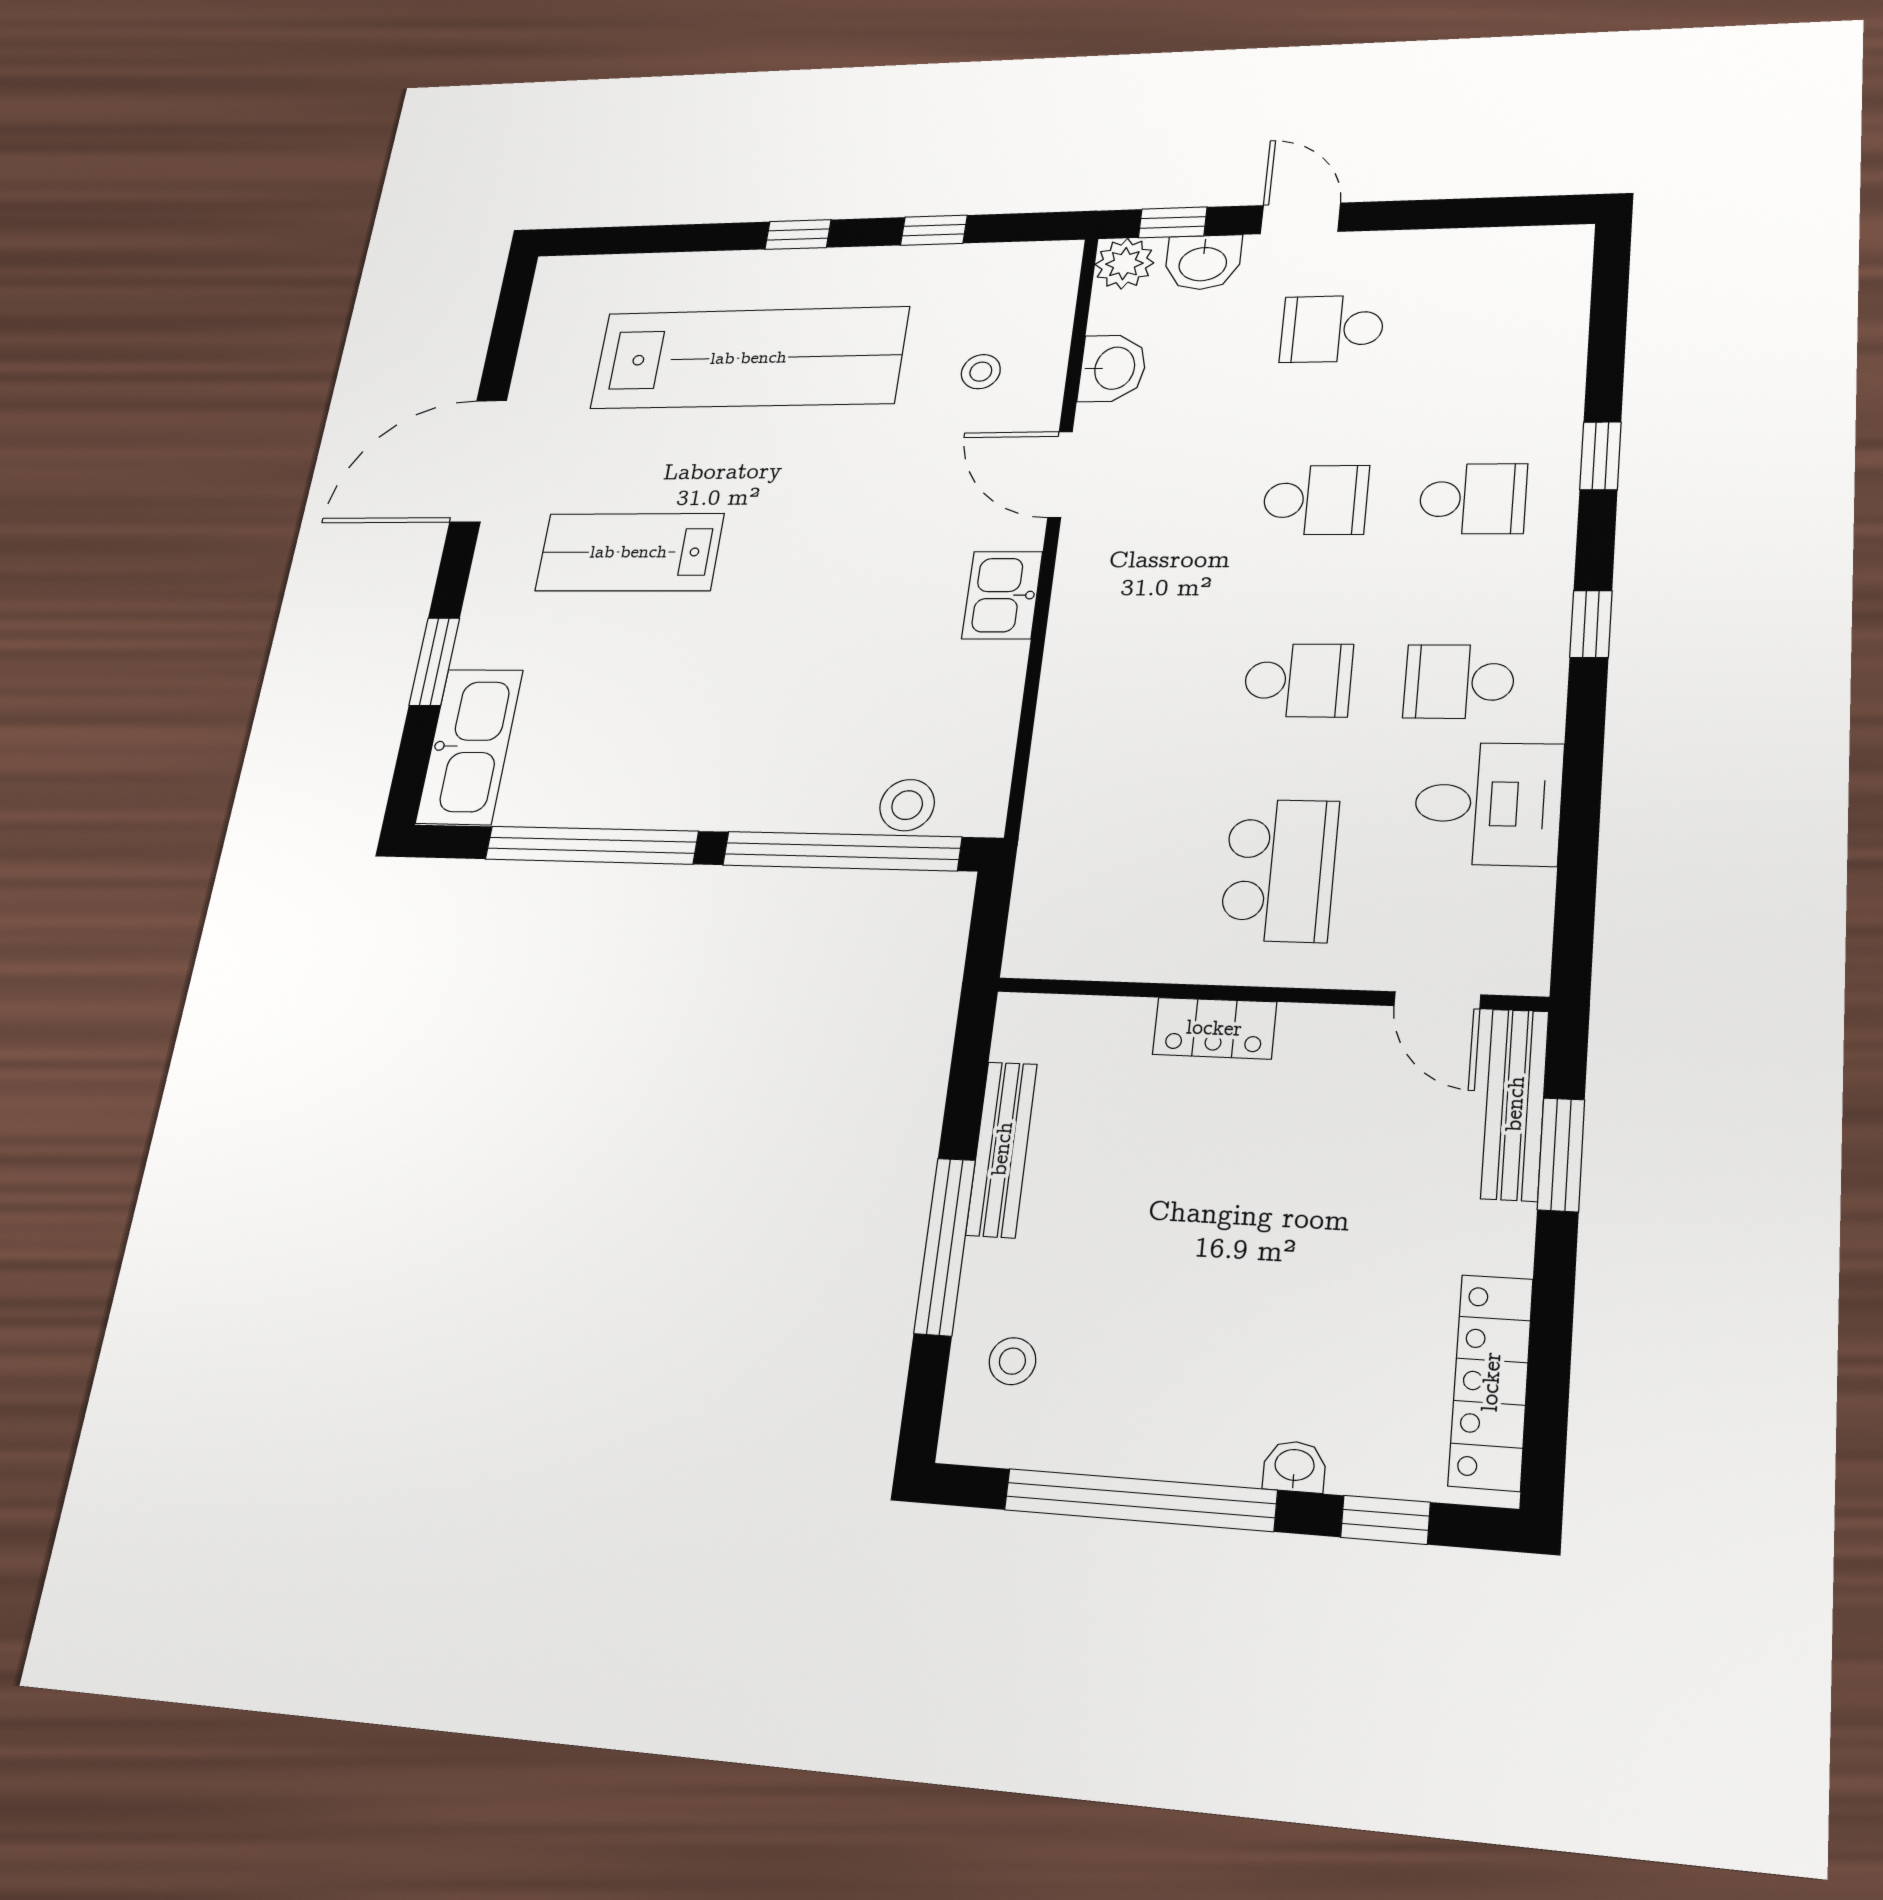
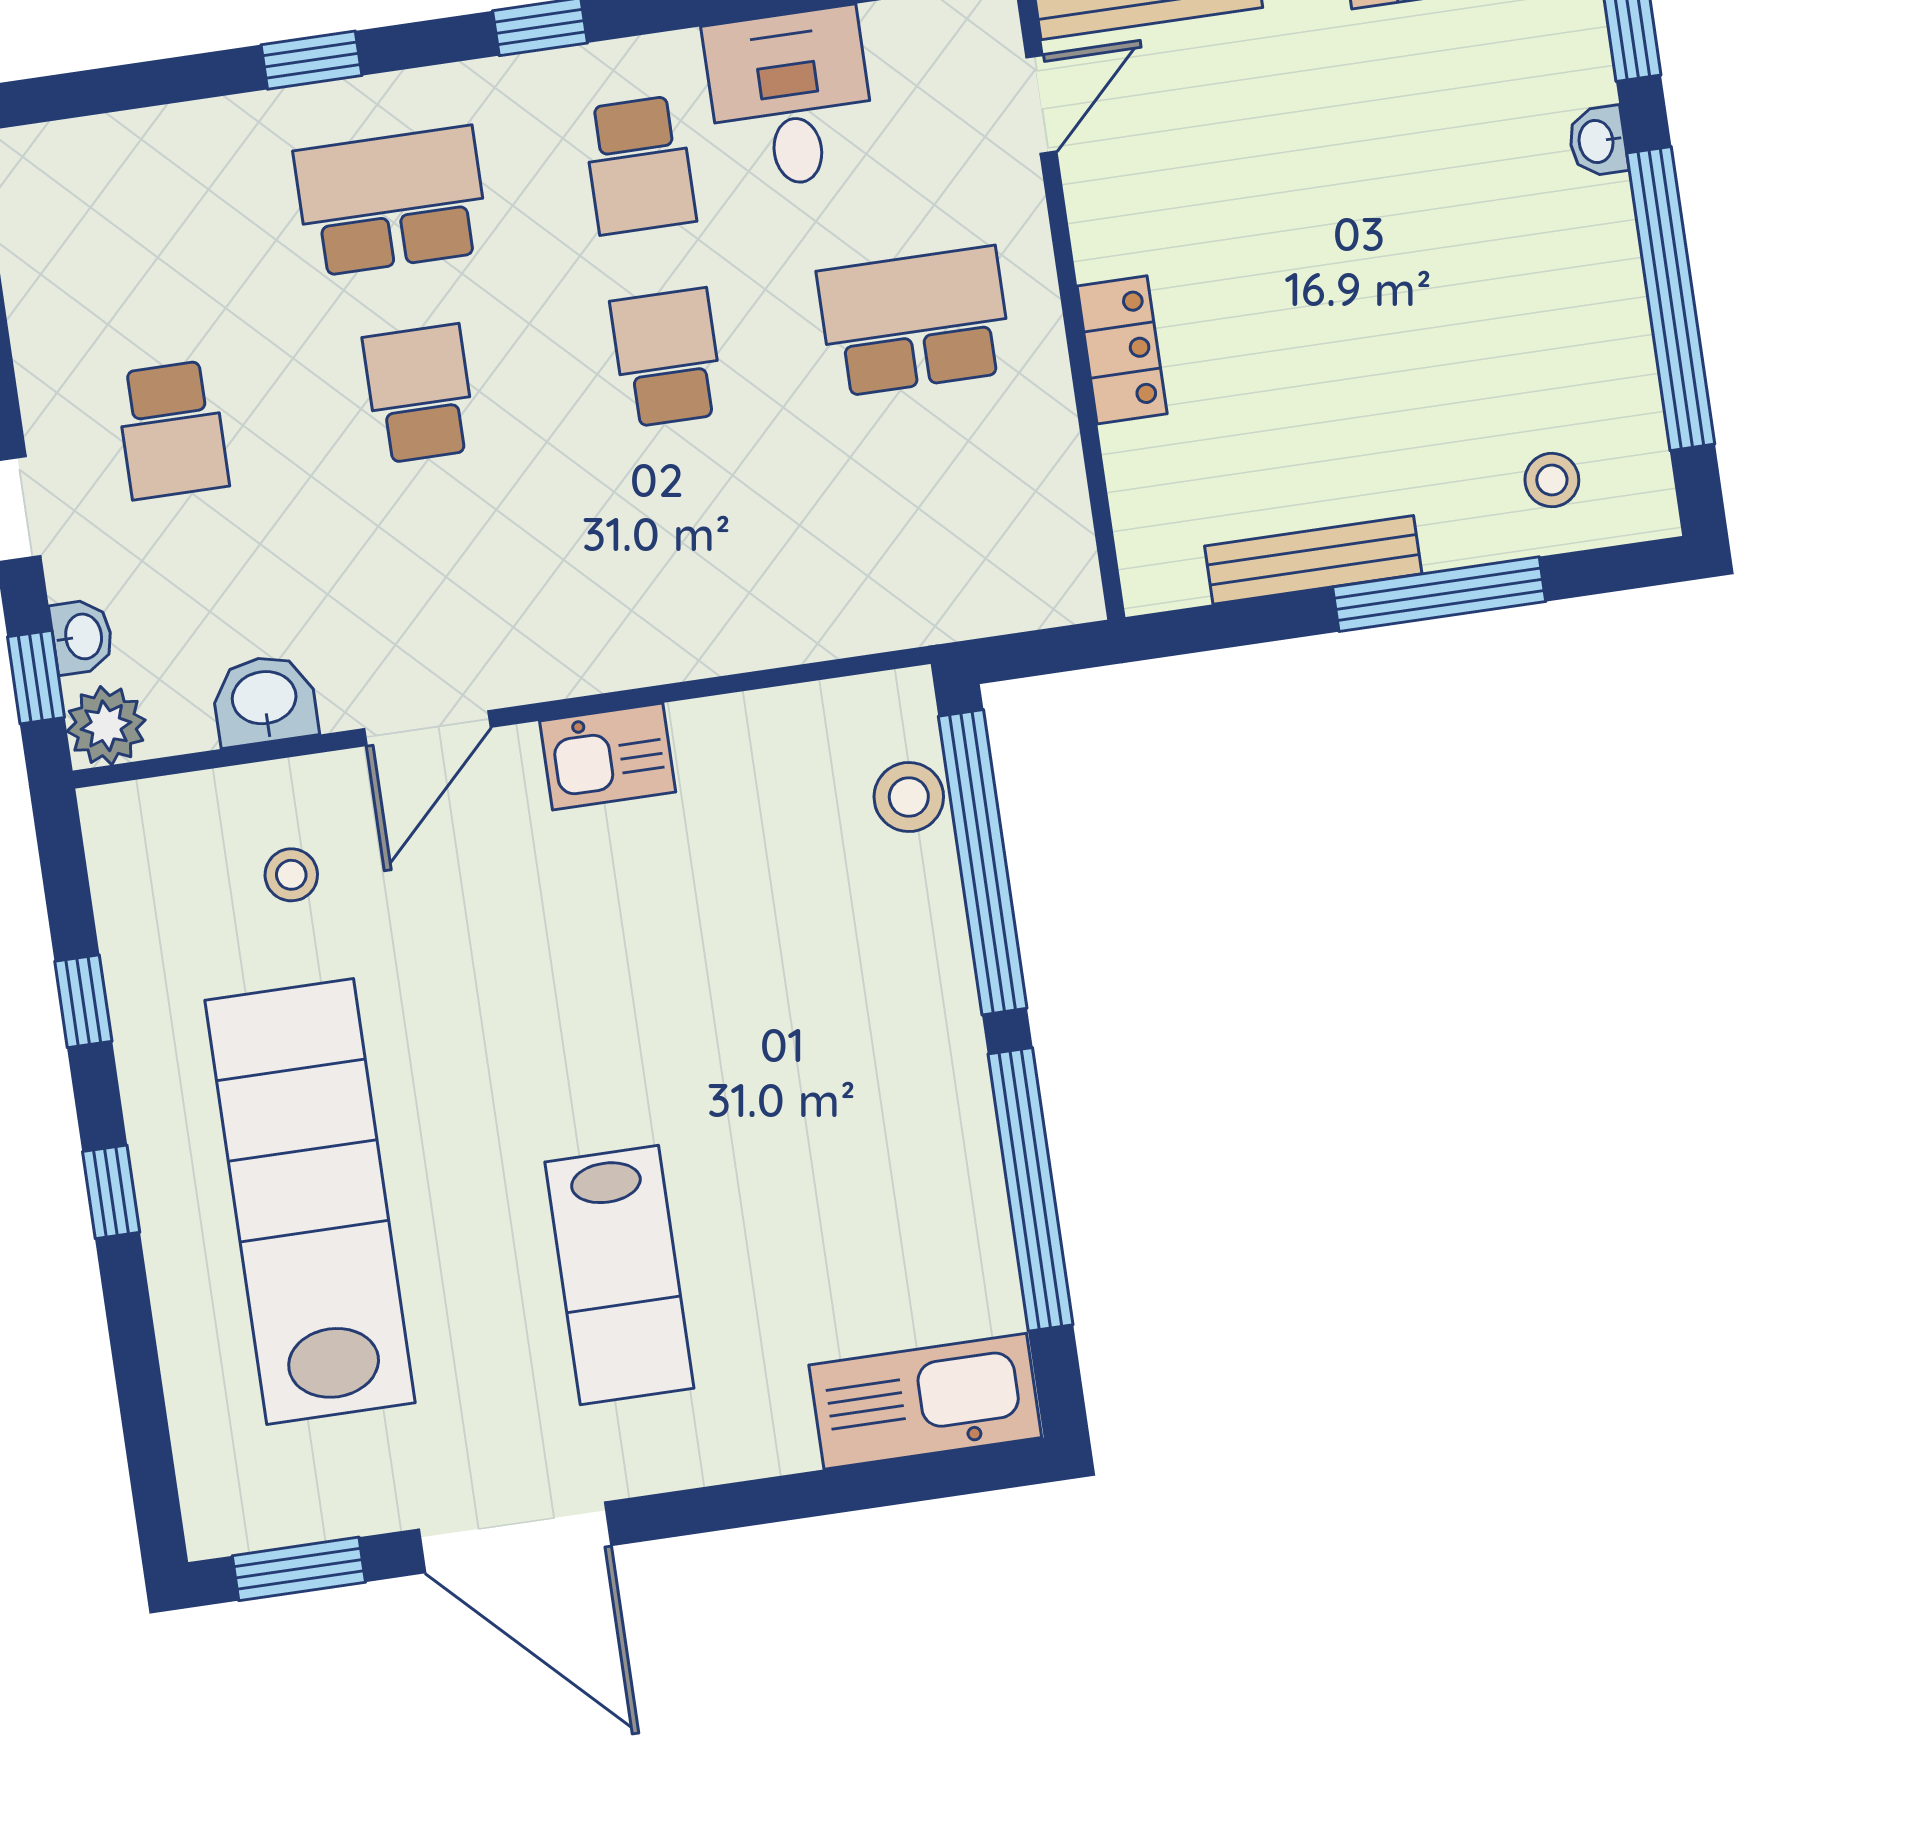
washbasin: (1203, 263) -> (82, 637), width x0.72, depth x0.69
school desk: (1473, 499) -> (391, 201), width x1.85
window: (434, 662) -> (299, 1569), moved

